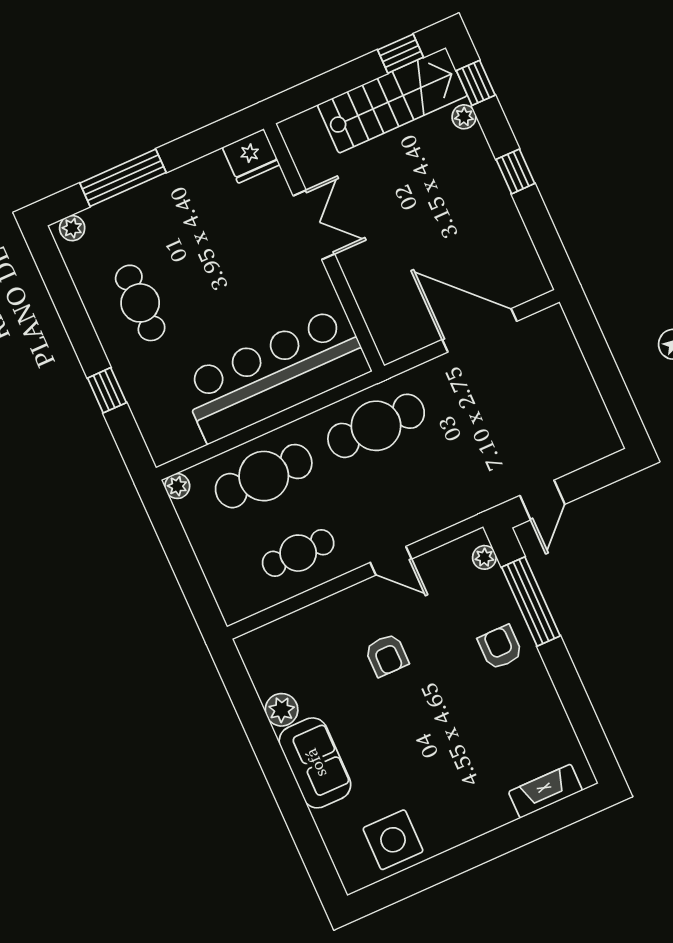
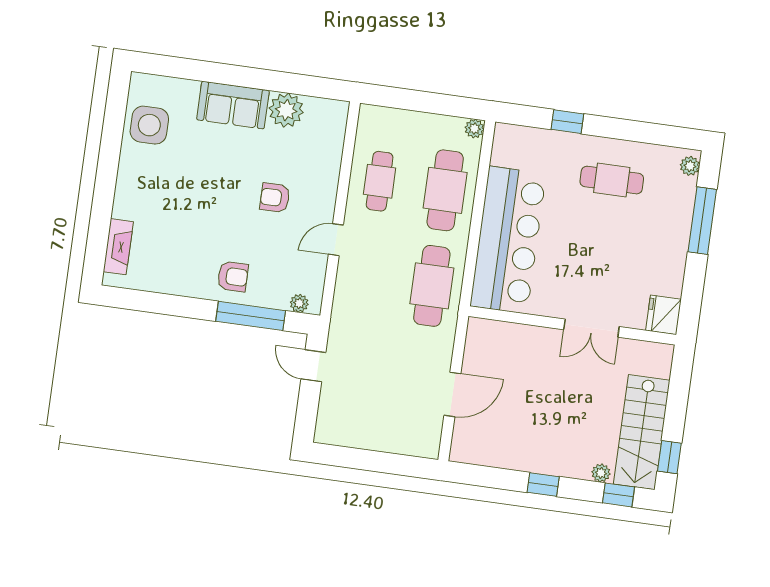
door: (479, 330) -> (452, 394), width x0.73
plant: (282, 710) -> (286, 110), width x1.36, depth x1.36

